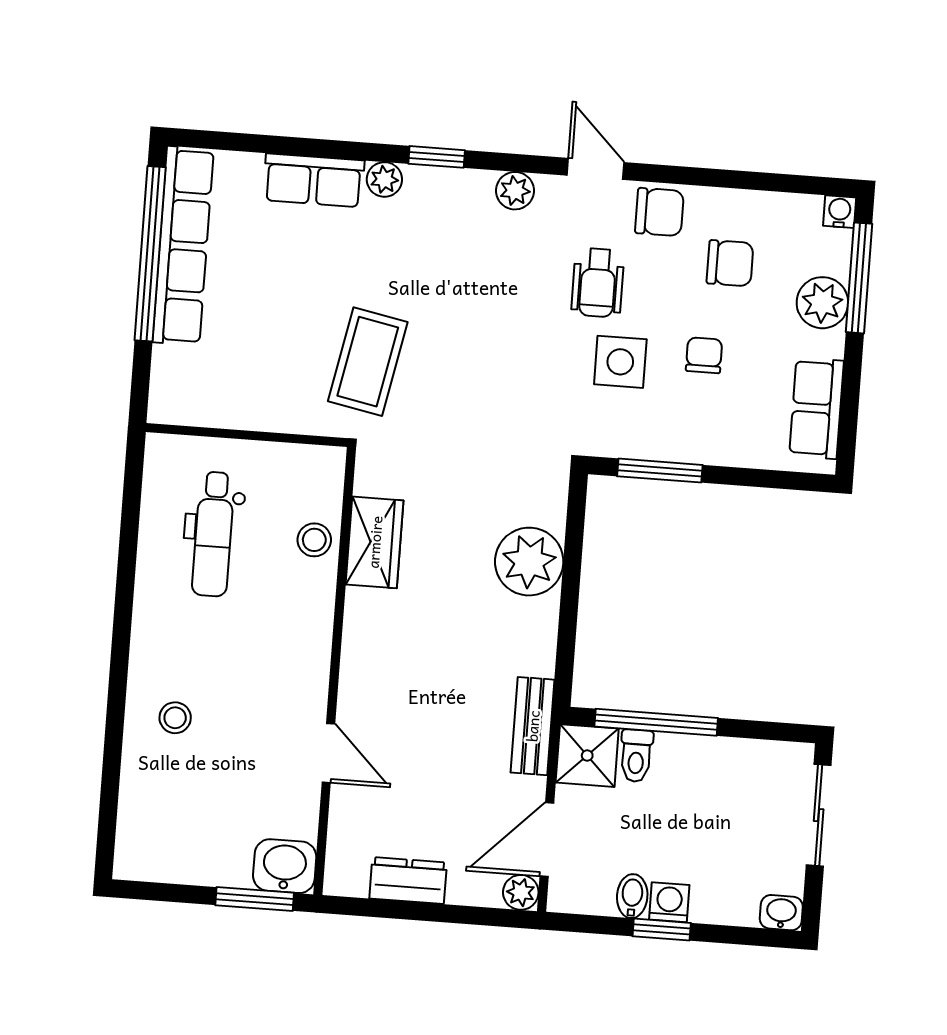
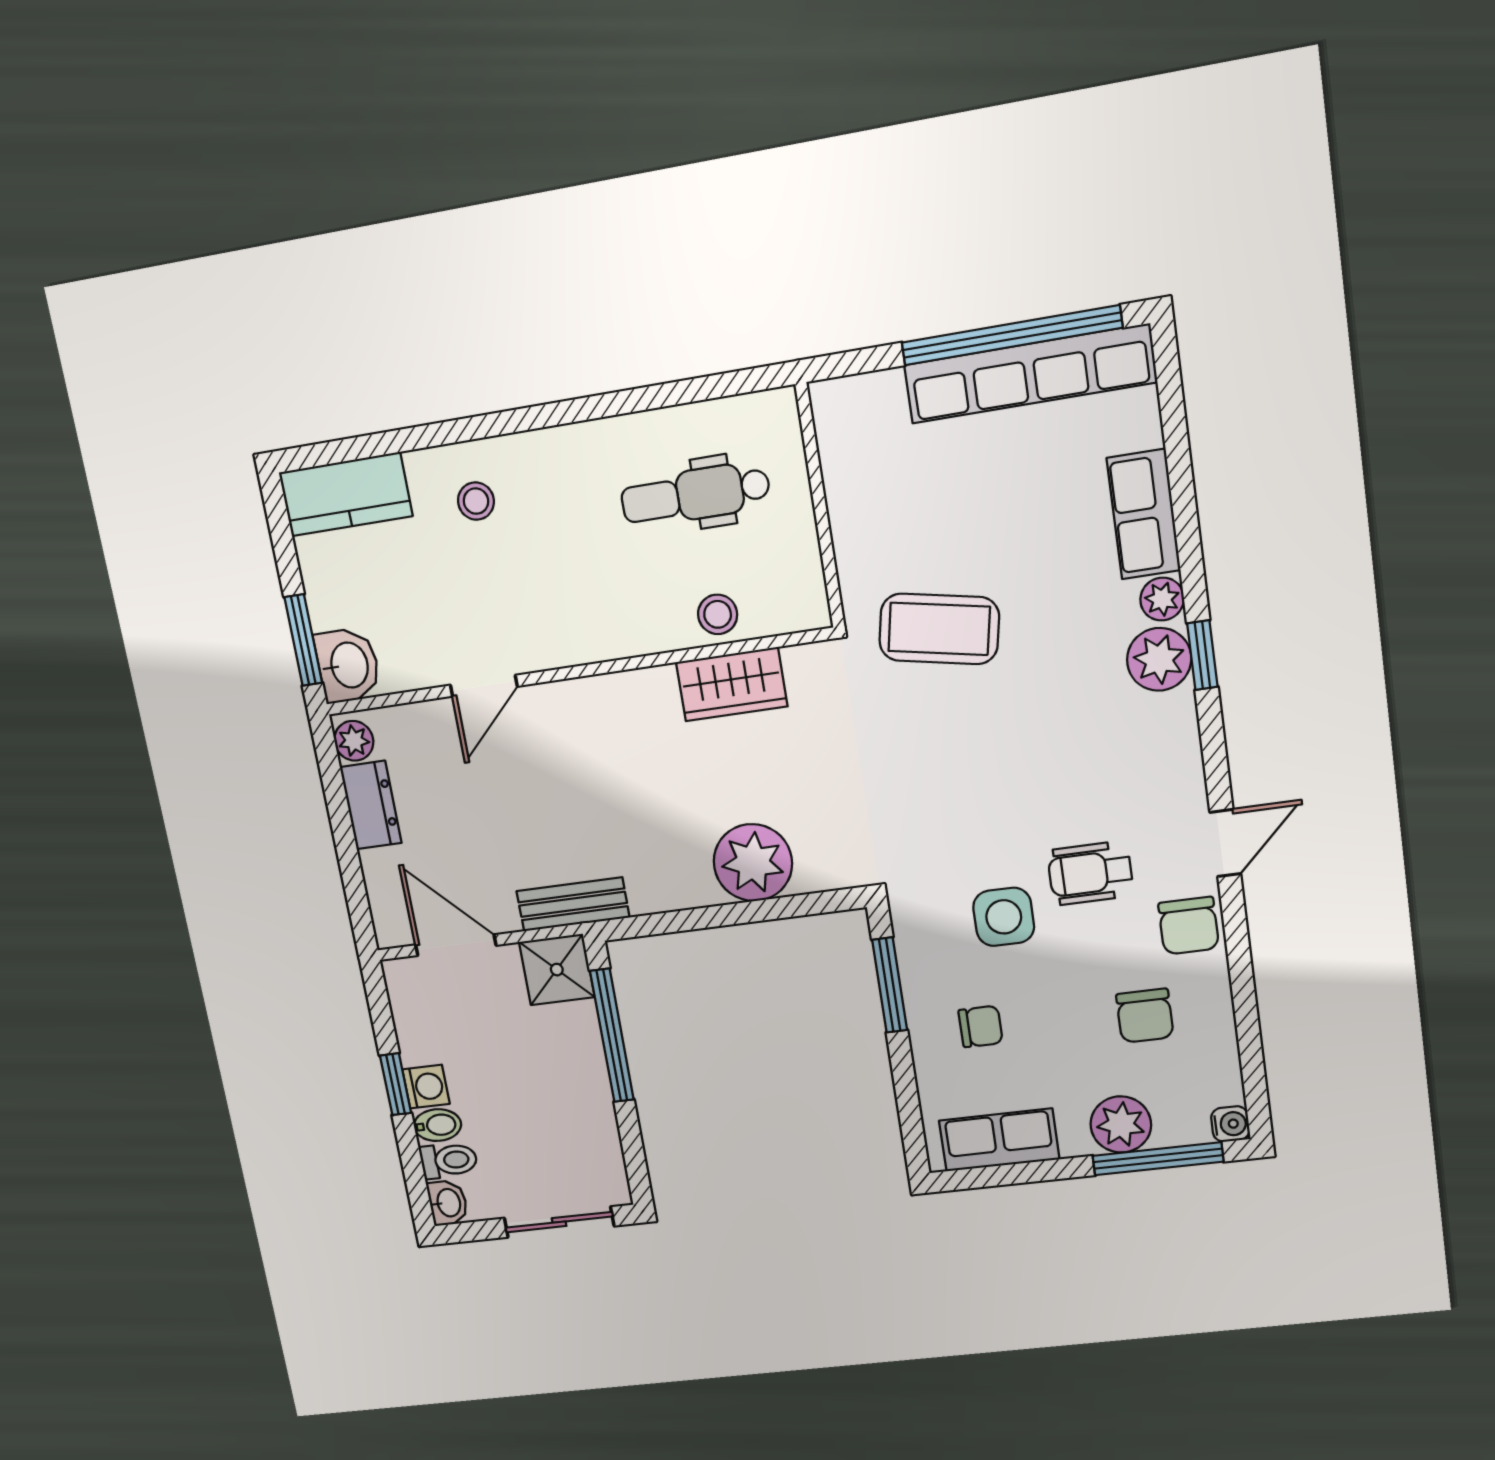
plant: (515, 191) -> (1159, 659), moved, width x1.38, depth x1.38
chair: (704, 355) -> (981, 1026), moved
toilet: (636, 756) -> (449, 1160), moved, turned 180
kitchen counter: (143, 827) -> (346, 494), added
plant: (521, 892) -> (354, 741), moved
bidet: (632, 896) -> (437, 1125), moved

